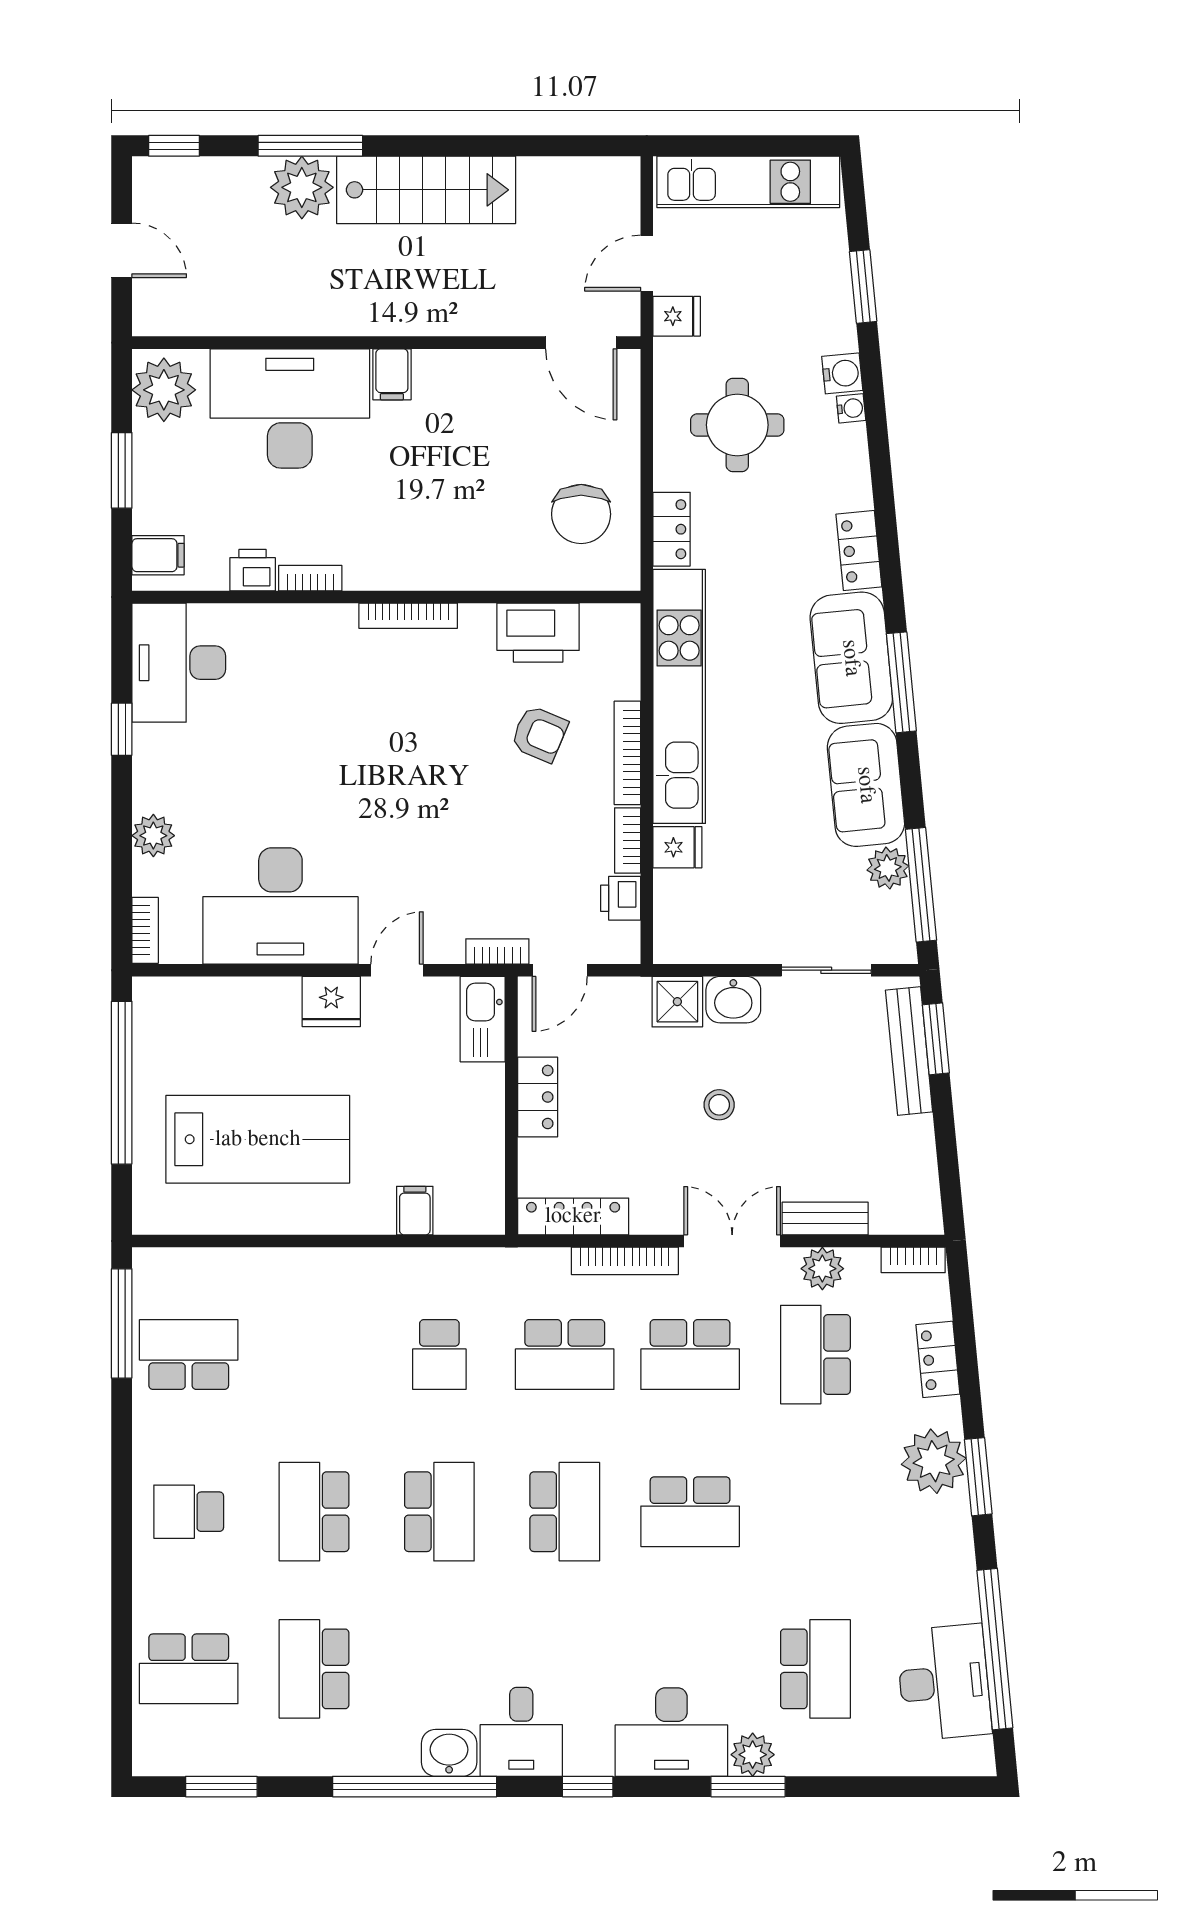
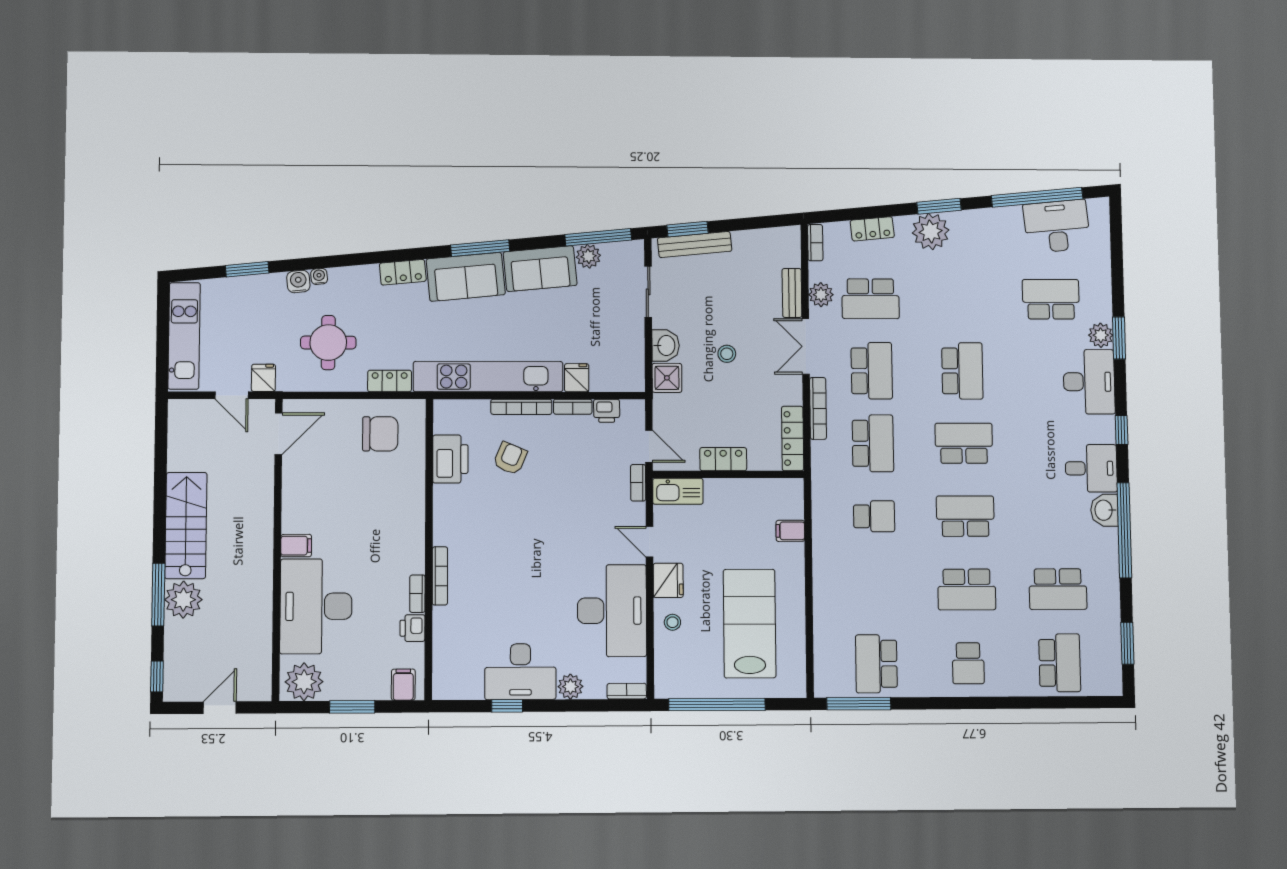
bookcase: (408, 616) -> (440, 576), moved
desk: (179, 663) -> (520, 672), moved
stool: (260, 1008) -> (672, 622), added

